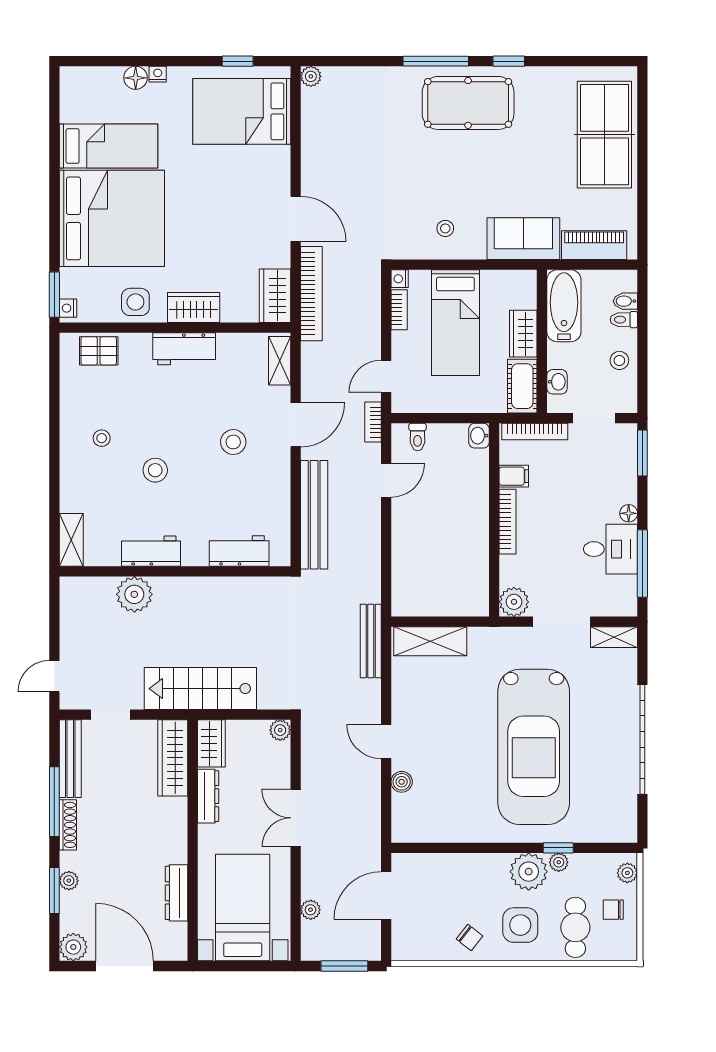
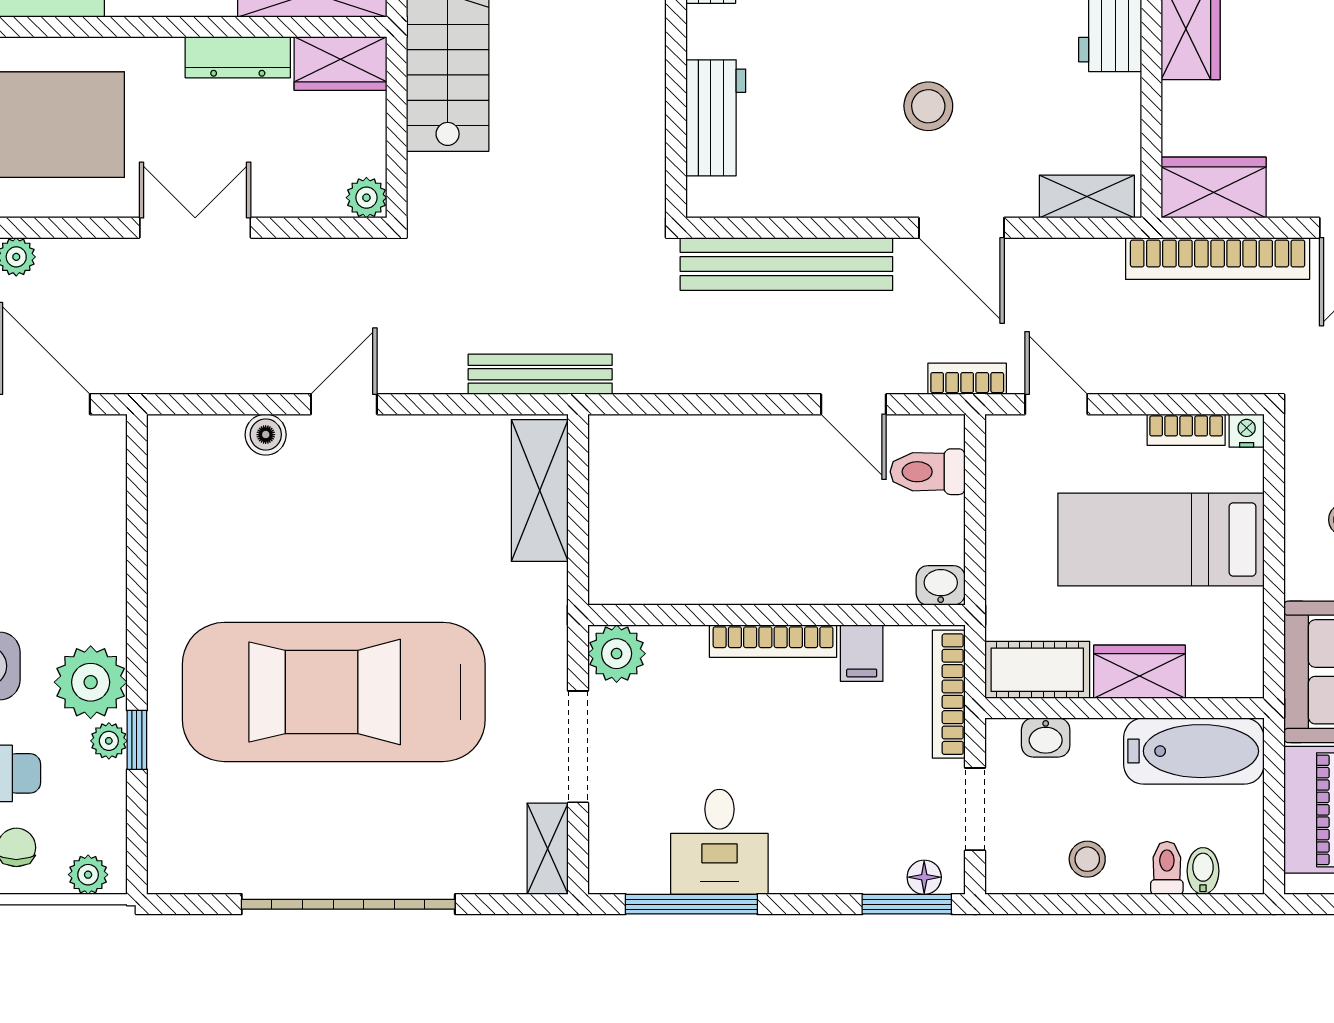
toilet: (418, 437) -> (928, 472), width x1.37, depth x1.39
floor lamp: (629, 513) -> (924, 877), moved

